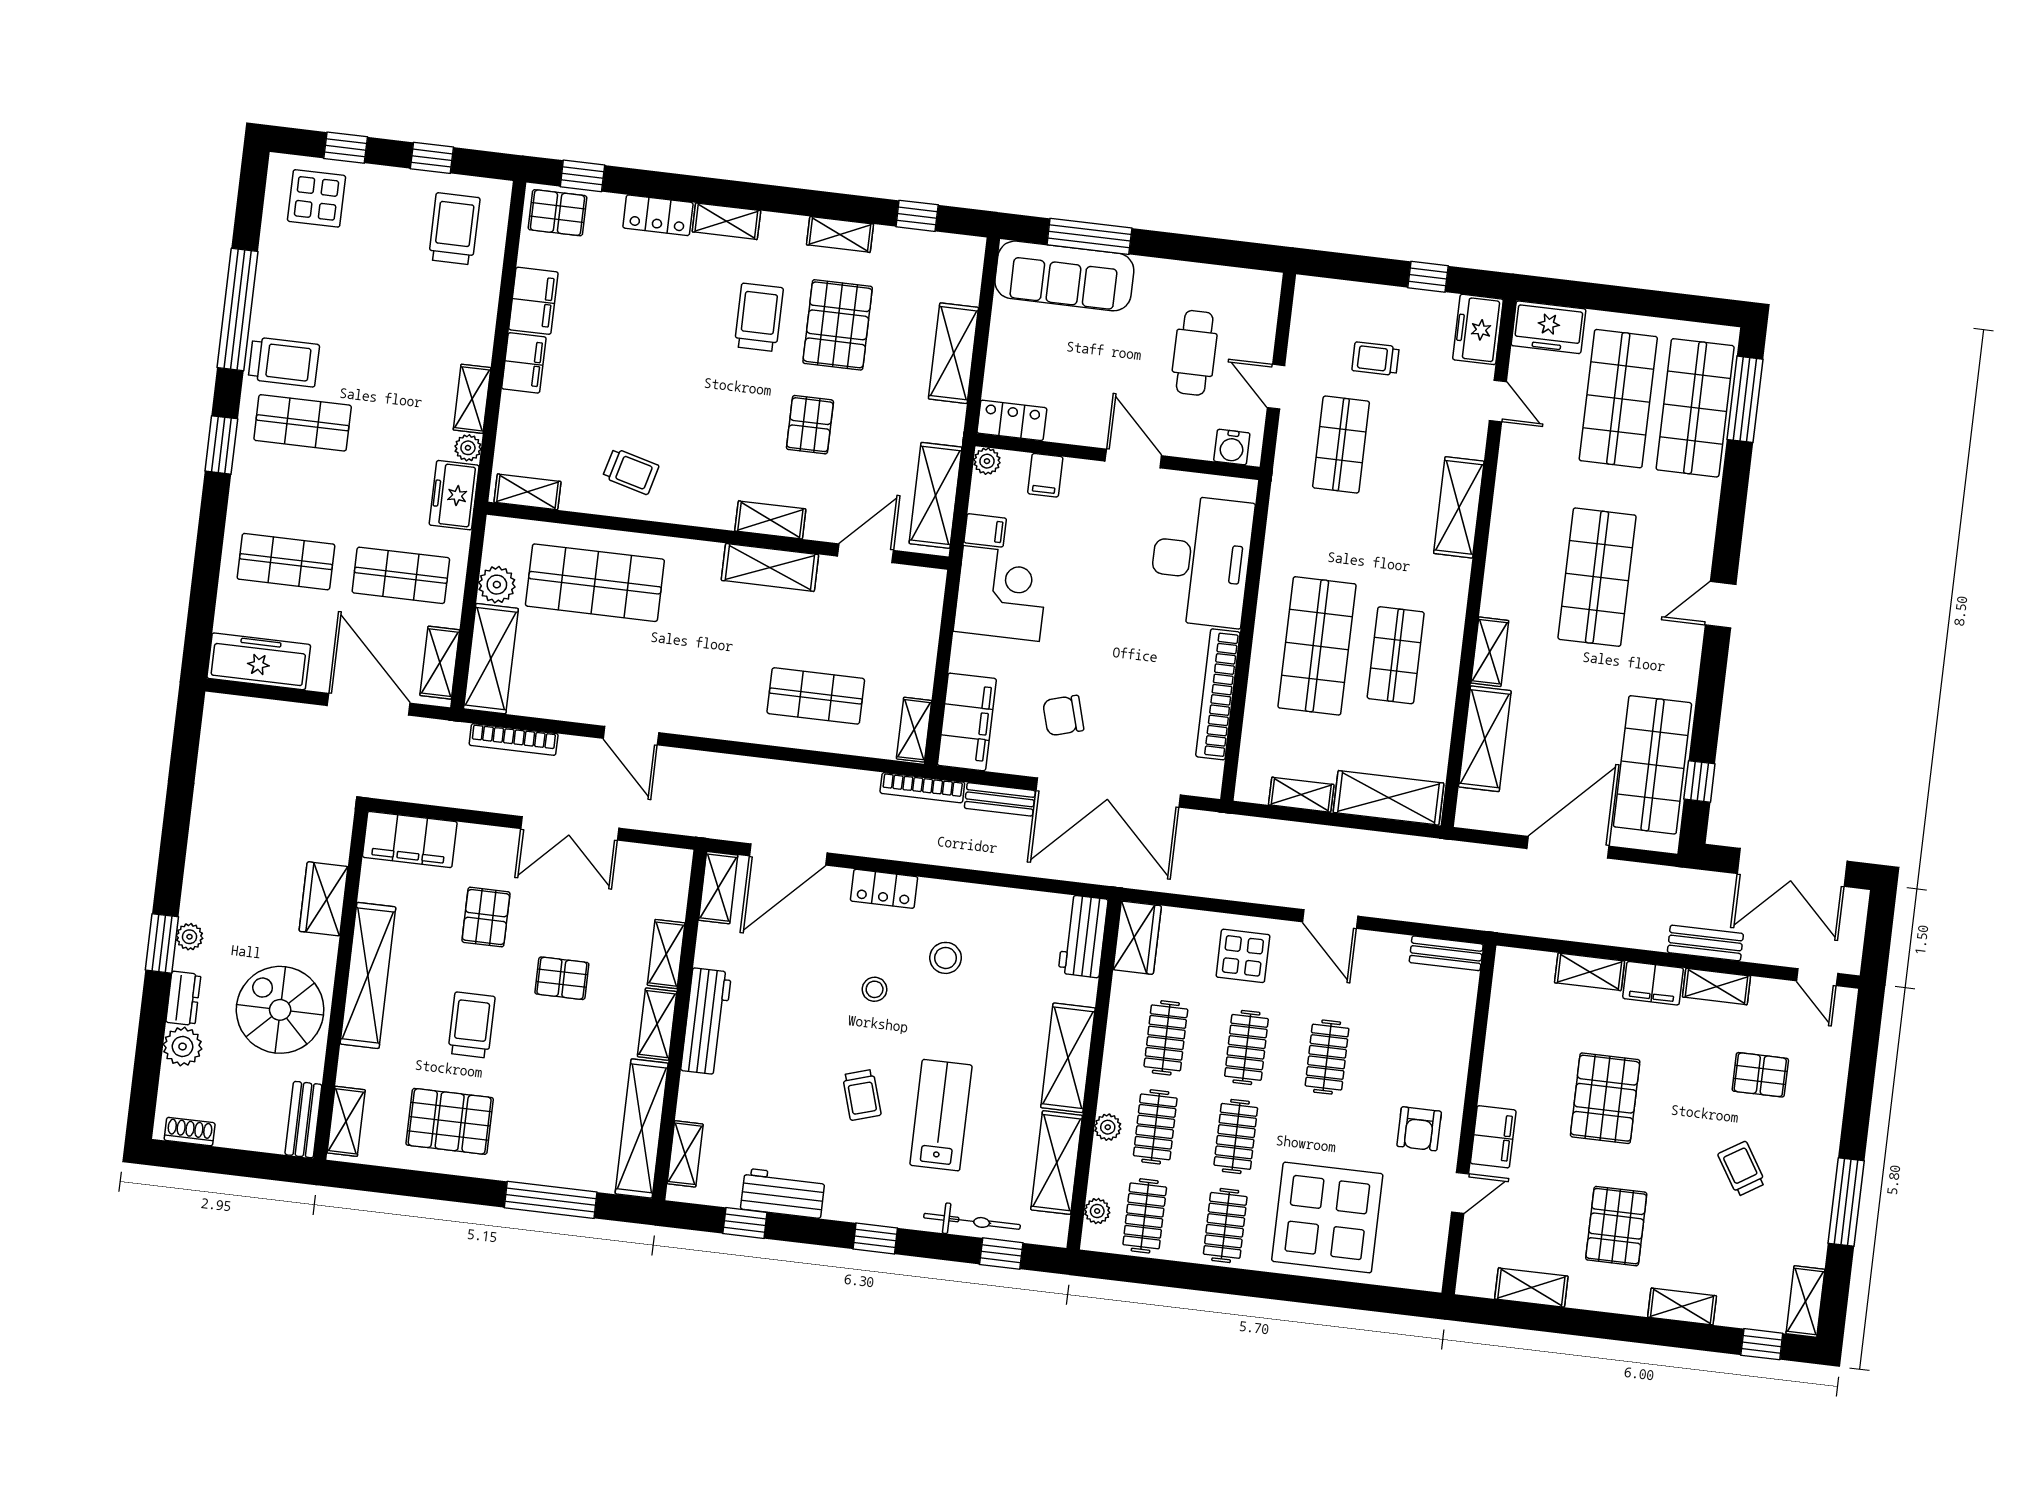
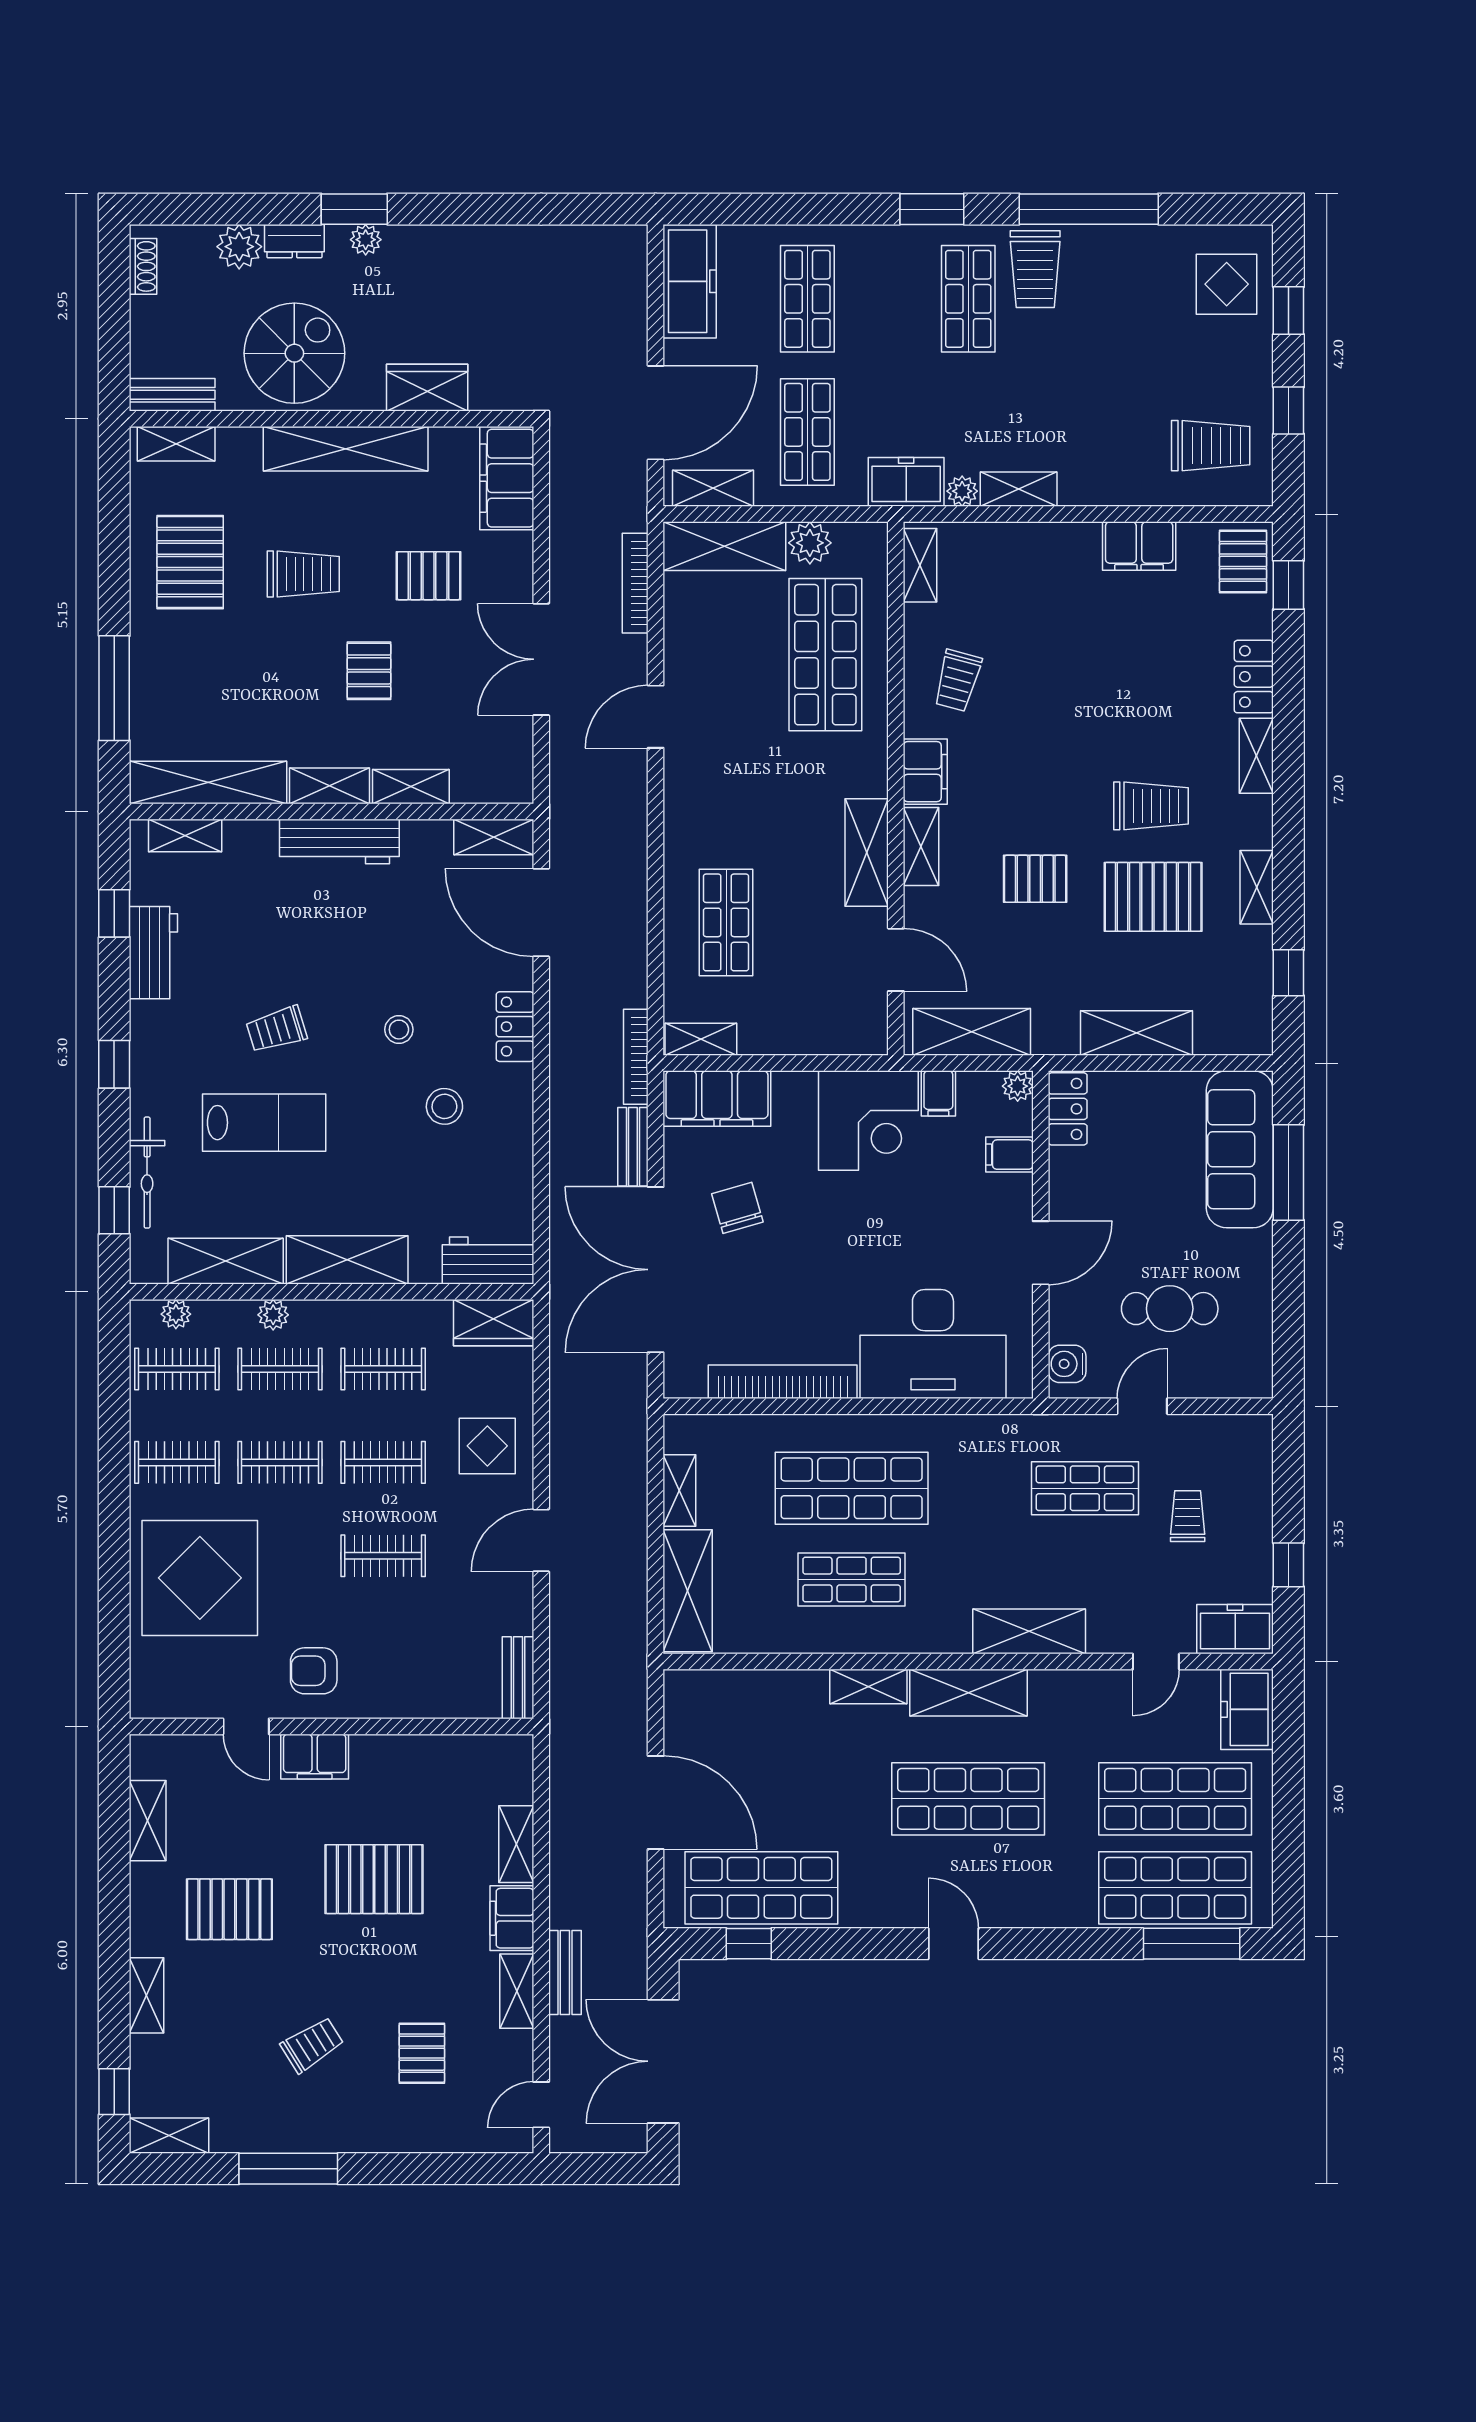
filing cabinet: (524, 363) -> (925, 772), moved, turned -90
shelving: (1485, 739) -> (969, 1693), moved

